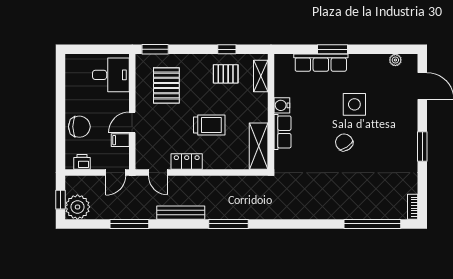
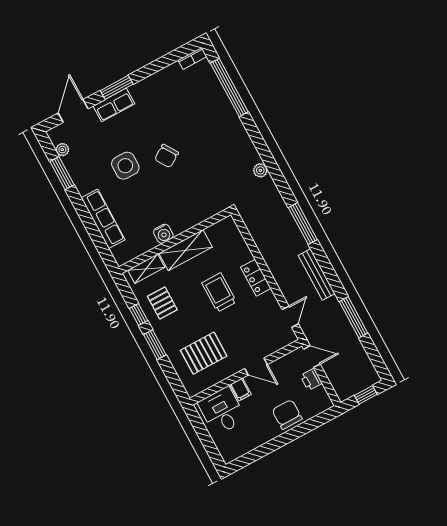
window: (155, 49) -> (155, 345), moved
window: (333, 49) -> (62, 173), moved
row of seats: (283, 132) -> (114, 105), moved, turned 180
filing cabinet: (120, 140) -> (241, 390), moved
shelving: (259, 146) -> (186, 250), moved
window: (422, 146) -> (117, 87), moved
printer: (82, 162) -> (311, 379), moved
locker: (187, 162) -> (256, 278), moved
plant: (77, 207) -> (260, 170), moved, width x0.53, depth x0.53

